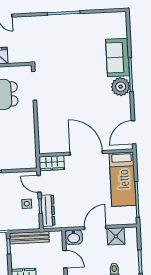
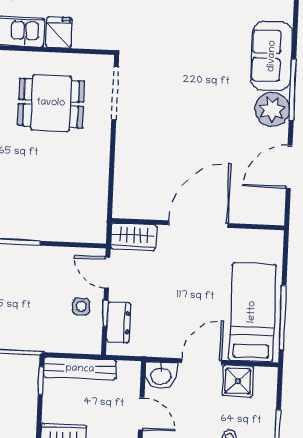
door: (134, 132) -> (289, 167), moved
door: (86, 153) -> (198, 224), hinge flipped
bed: (123, 179) -> (252, 312), moved, turned 180
dresser: (48, 211) -> (119, 322), width x0.70

